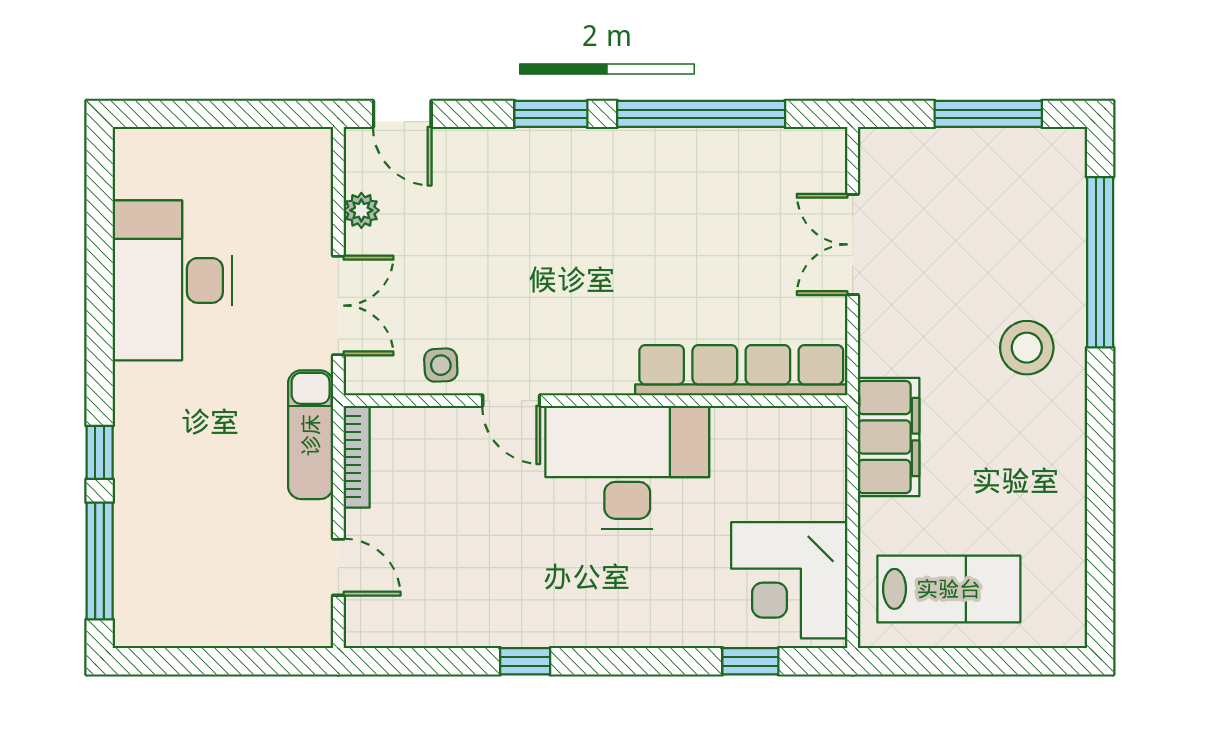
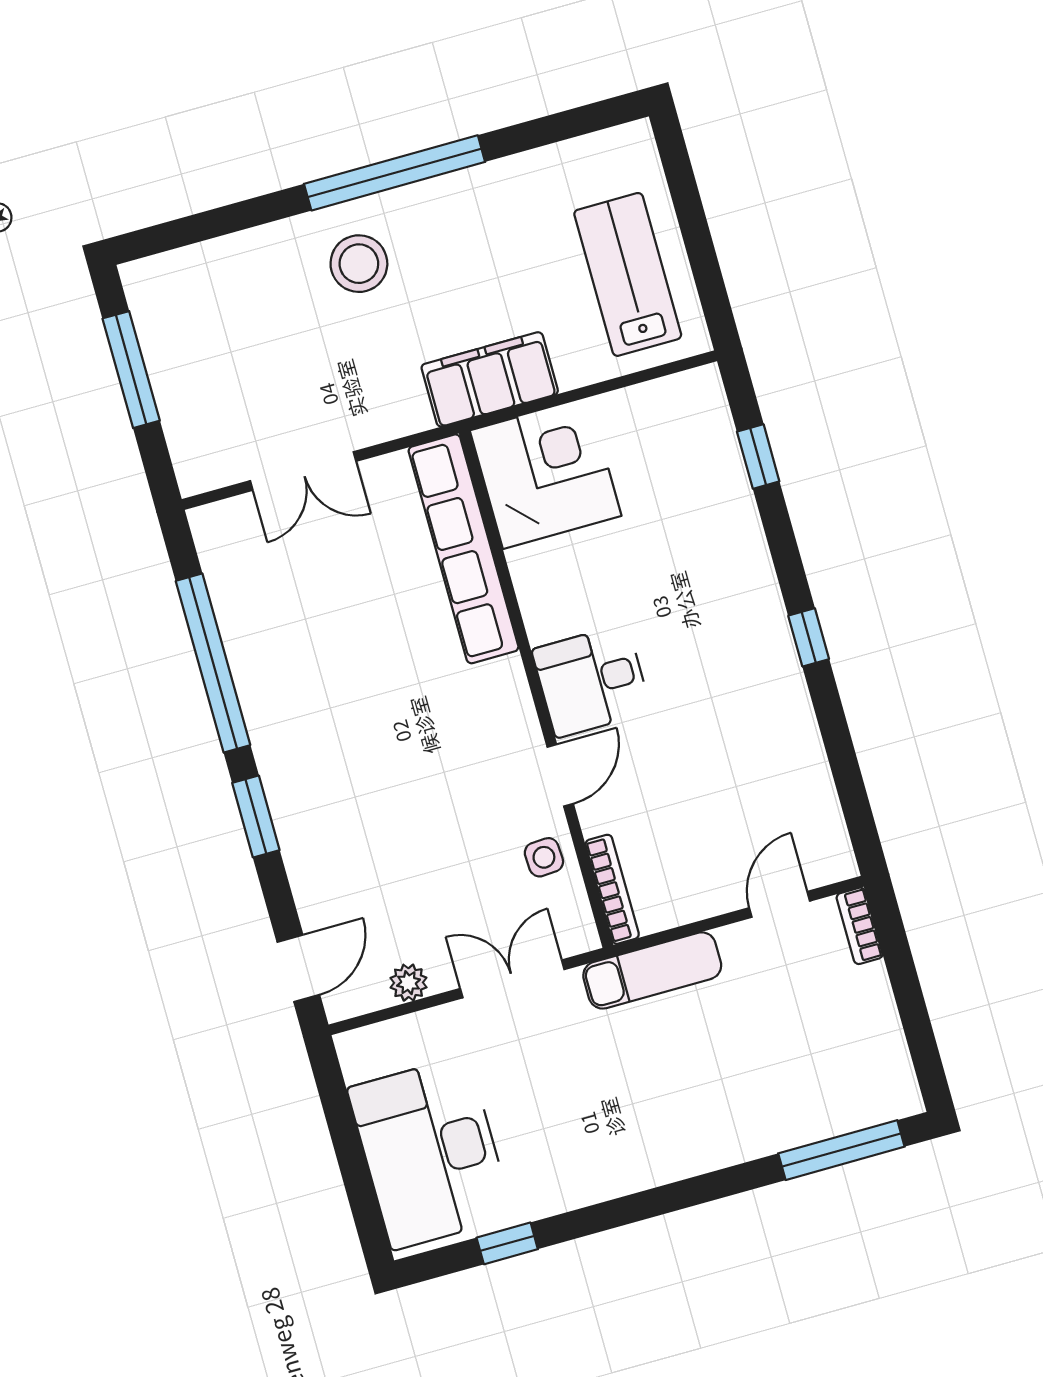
window: (1100, 262) -> (395, 173), moved
desk: (173, 280) -> (430, 1153), moved, turned 90
window: (100, 452) -> (507, 1243), moved
bookcase: (357, 457) -> (612, 889), moved, turned 90
desk: (627, 467) -> (592, 681), width x0.53, depth x0.77
corner desk: (789, 580) -> (546, 473), moved, turned -90
bookcase: (299, 634) -> (860, 926), added
window: (525, 661) -> (809, 637), moved

